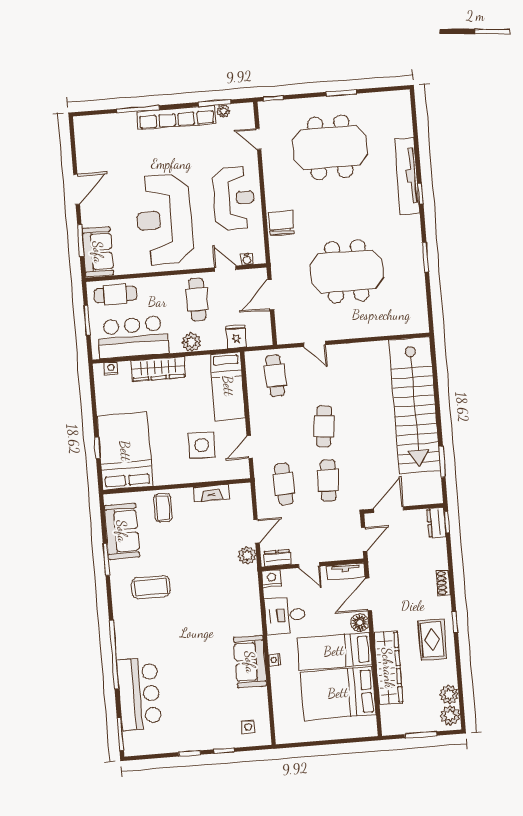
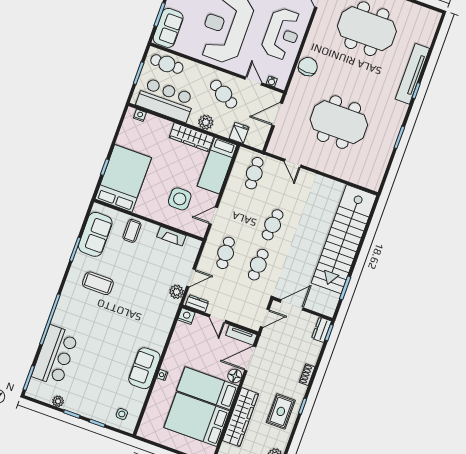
cafe table: (197, 300) -> (224, 94), turned -61
wardrobe: (158, 369) -> (191, 137), moved
desk: (285, 615) -> (184, 347), removed
plant: (167, 746) -> (58, 401), added

